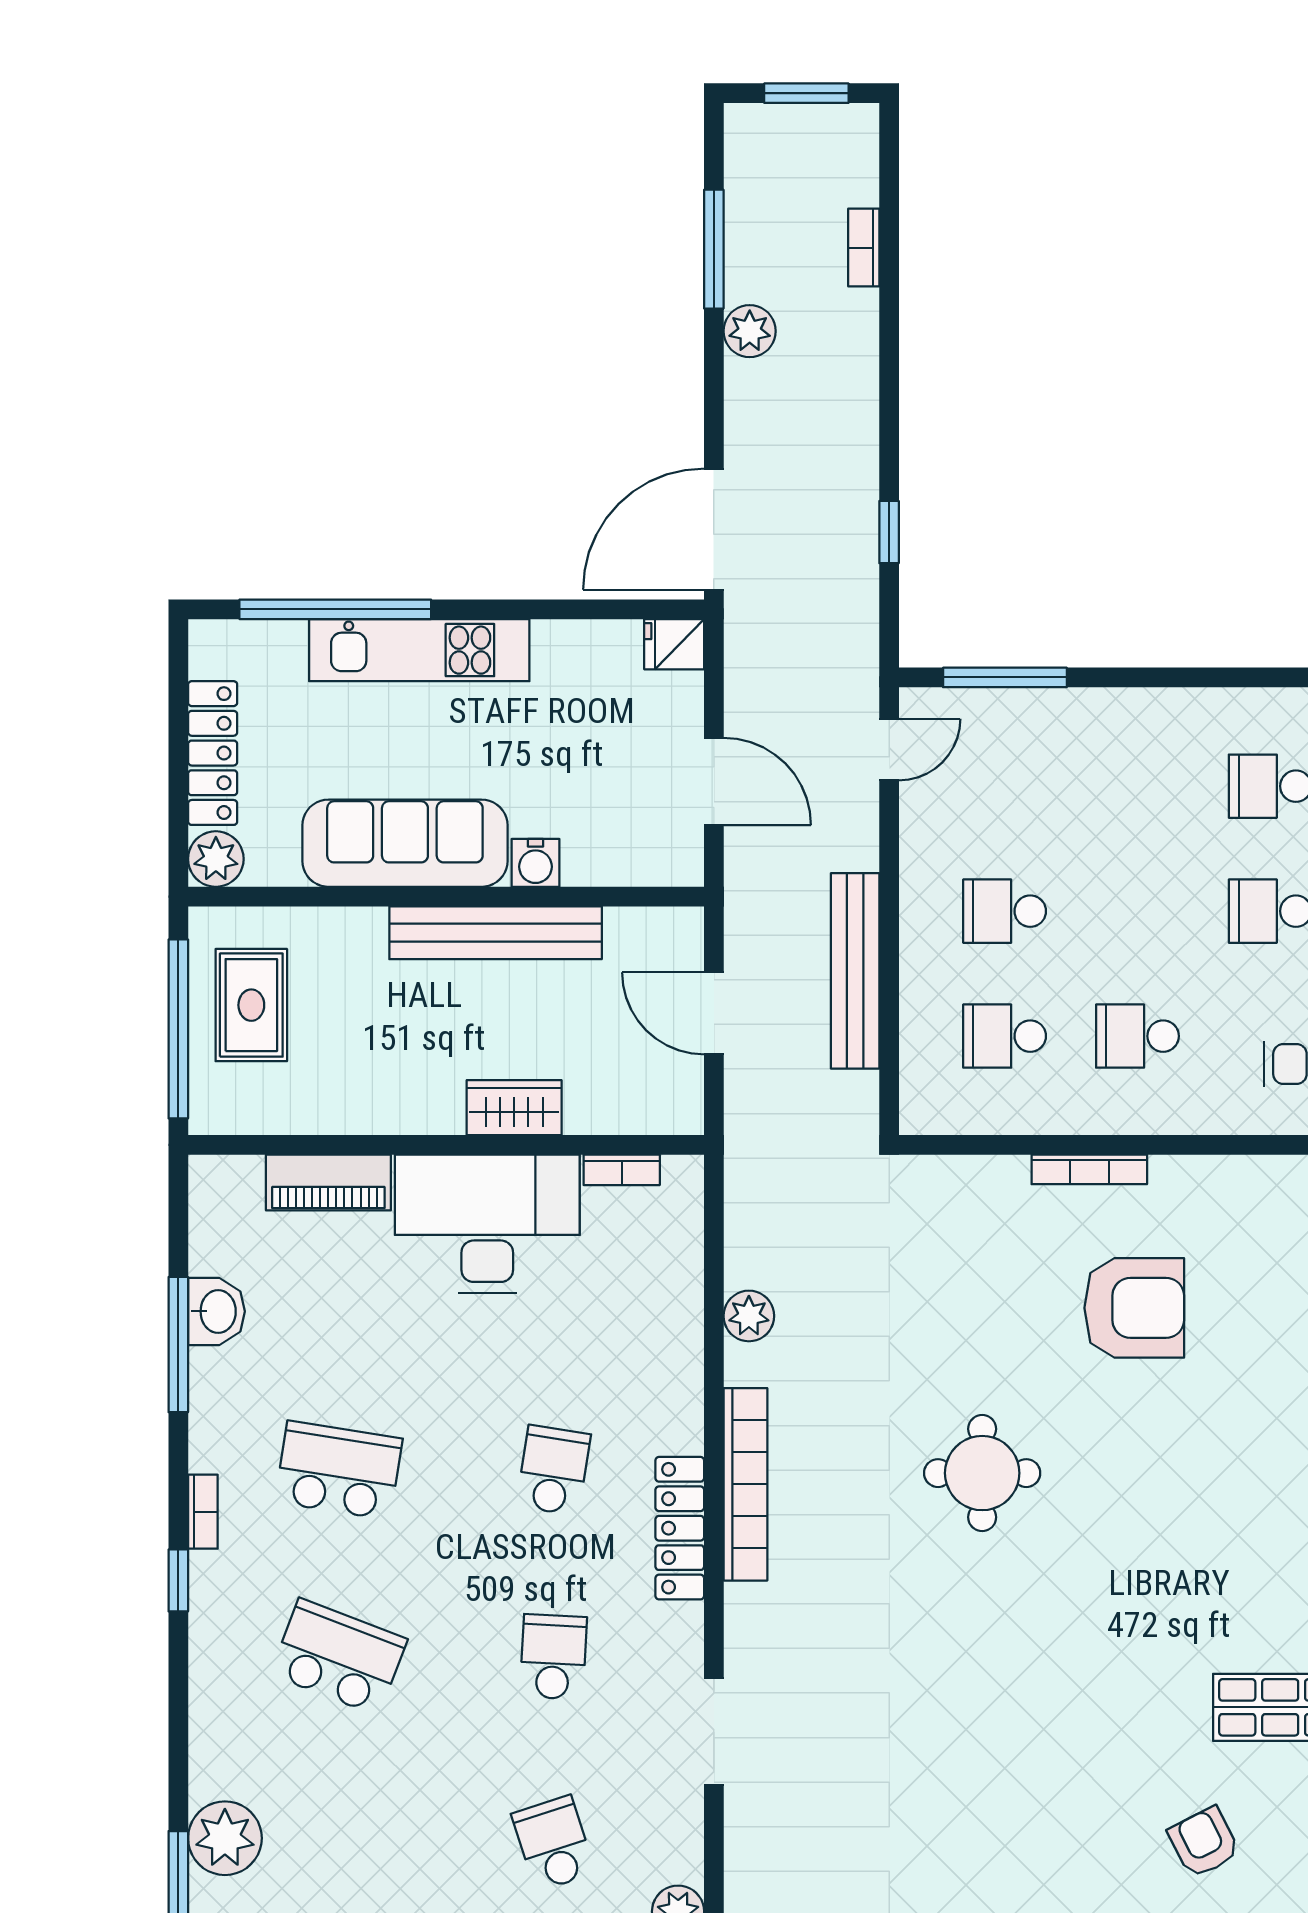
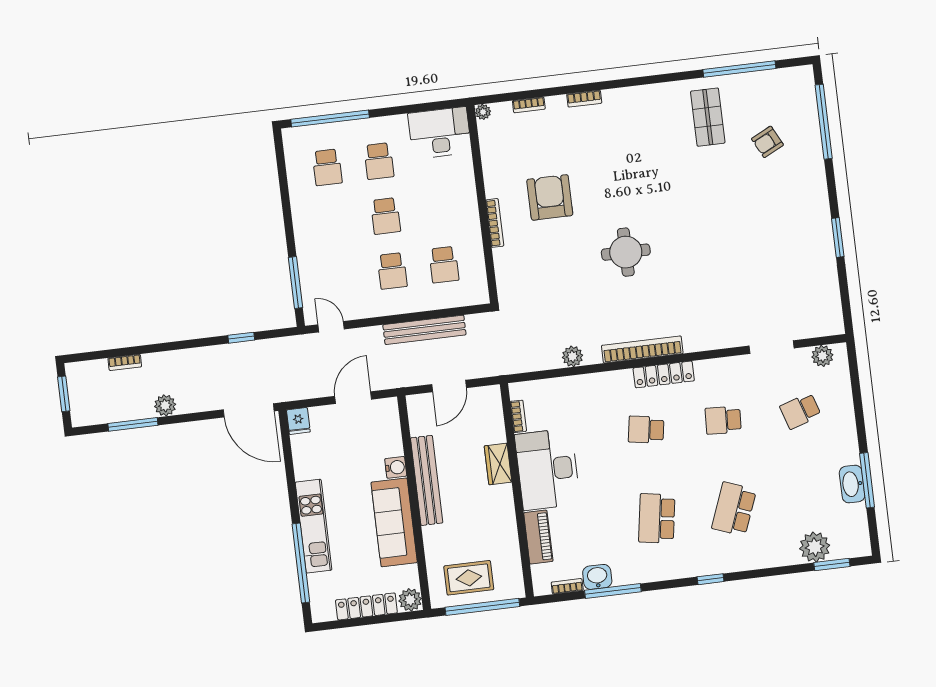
school desk: (1137, 1036) -> (386, 216), moved
bookcase: (203, 1512) -> (567, 586), moved
doorway: (714, 1732) -> (772, 347), moved

